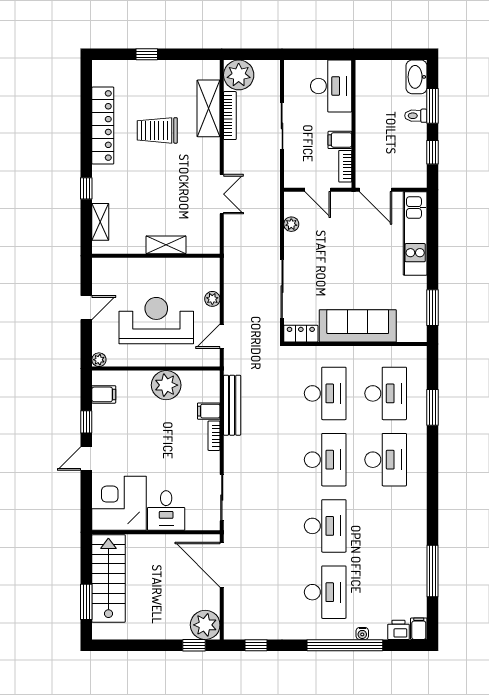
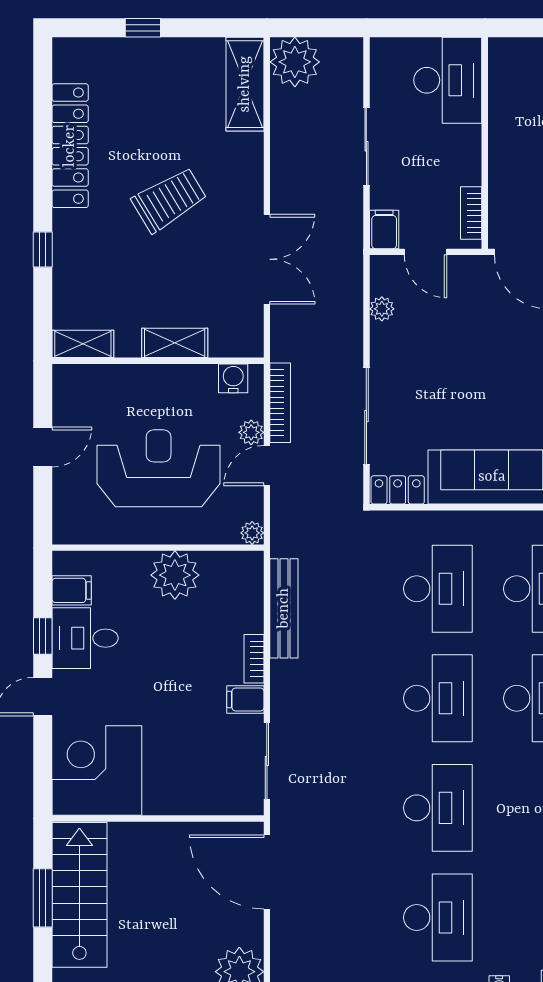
shelving: (209, 108) -> (245, 84), moved
bookcase: (230, 116) -> (280, 403), moved
trolley: (157, 130) -> (169, 200), moved, turned 149
filing cabinet: (340, 140) -> (384, 229), moved, turned 90
double door: (222, 194) -> (267, 259), width x1.37
shelving: (100, 222) -> (83, 344), moved, turned 90
water cooler: (201, 266) -> (233, 378), added
door: (222, 336) -> (267, 466), moved
plant: (99, 360) -> (252, 533), moved
filing cabinet: (209, 411) -> (245, 699), moved
desk: (166, 510) -> (85, 638), moved, turned 90
window: (86, 602) -> (43, 898), moved

